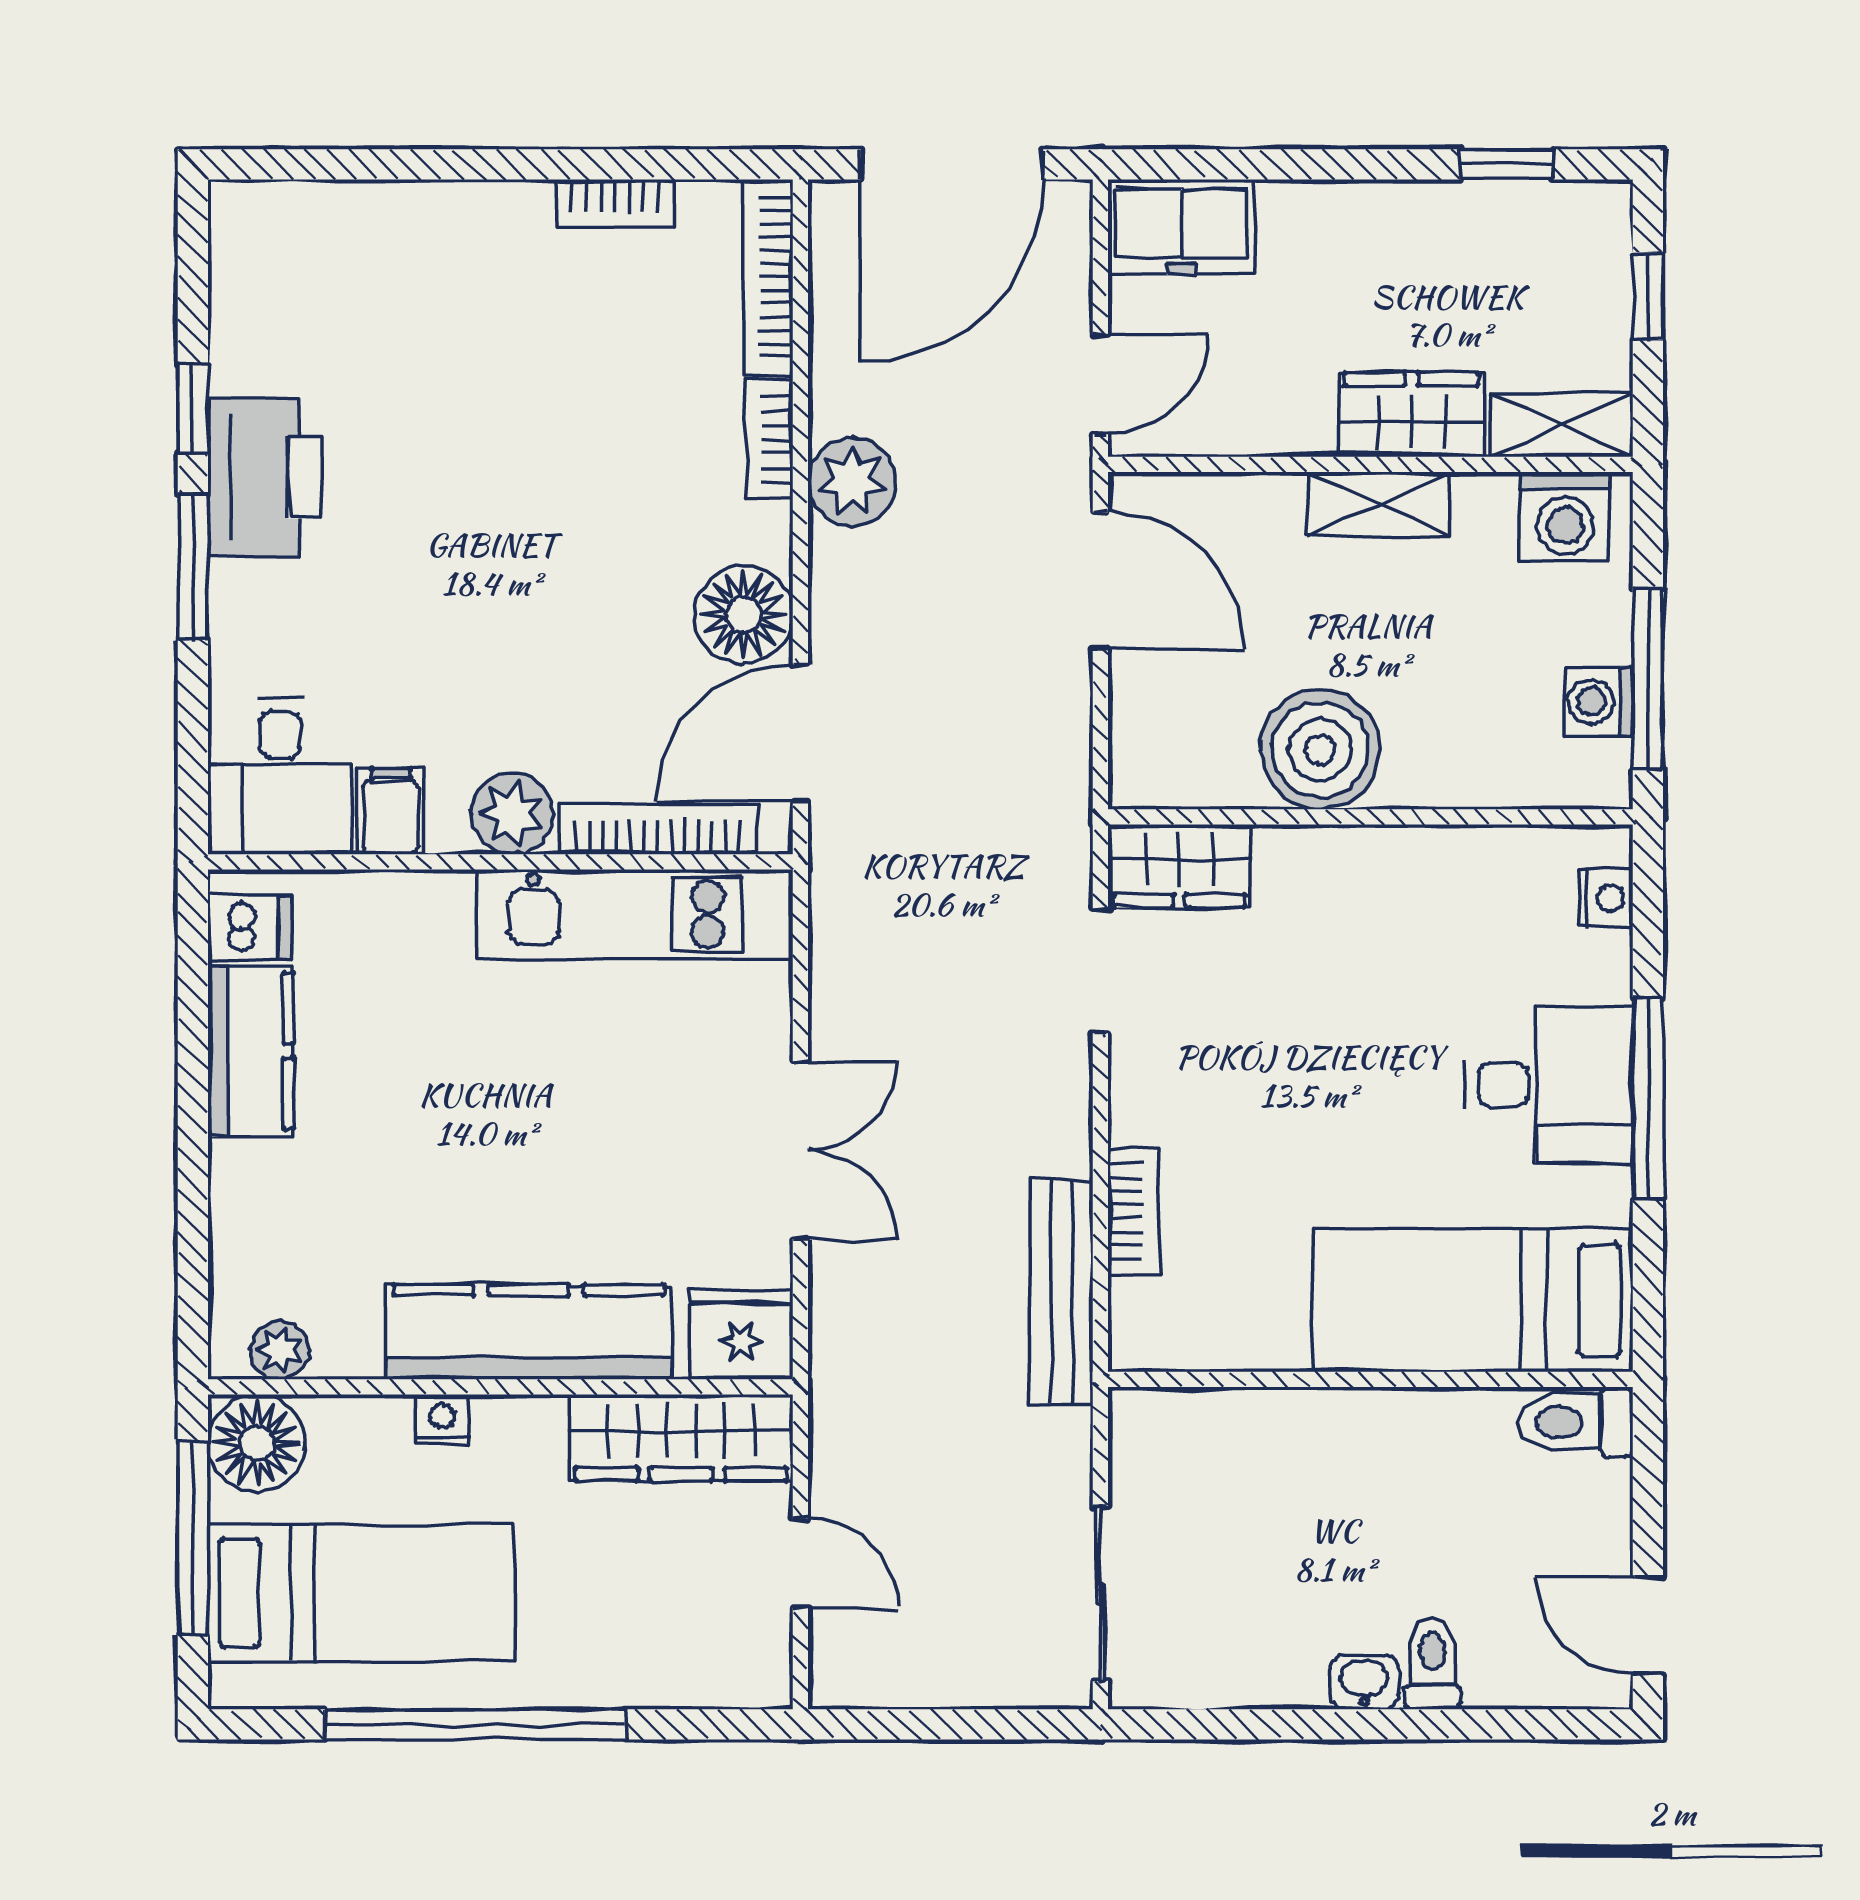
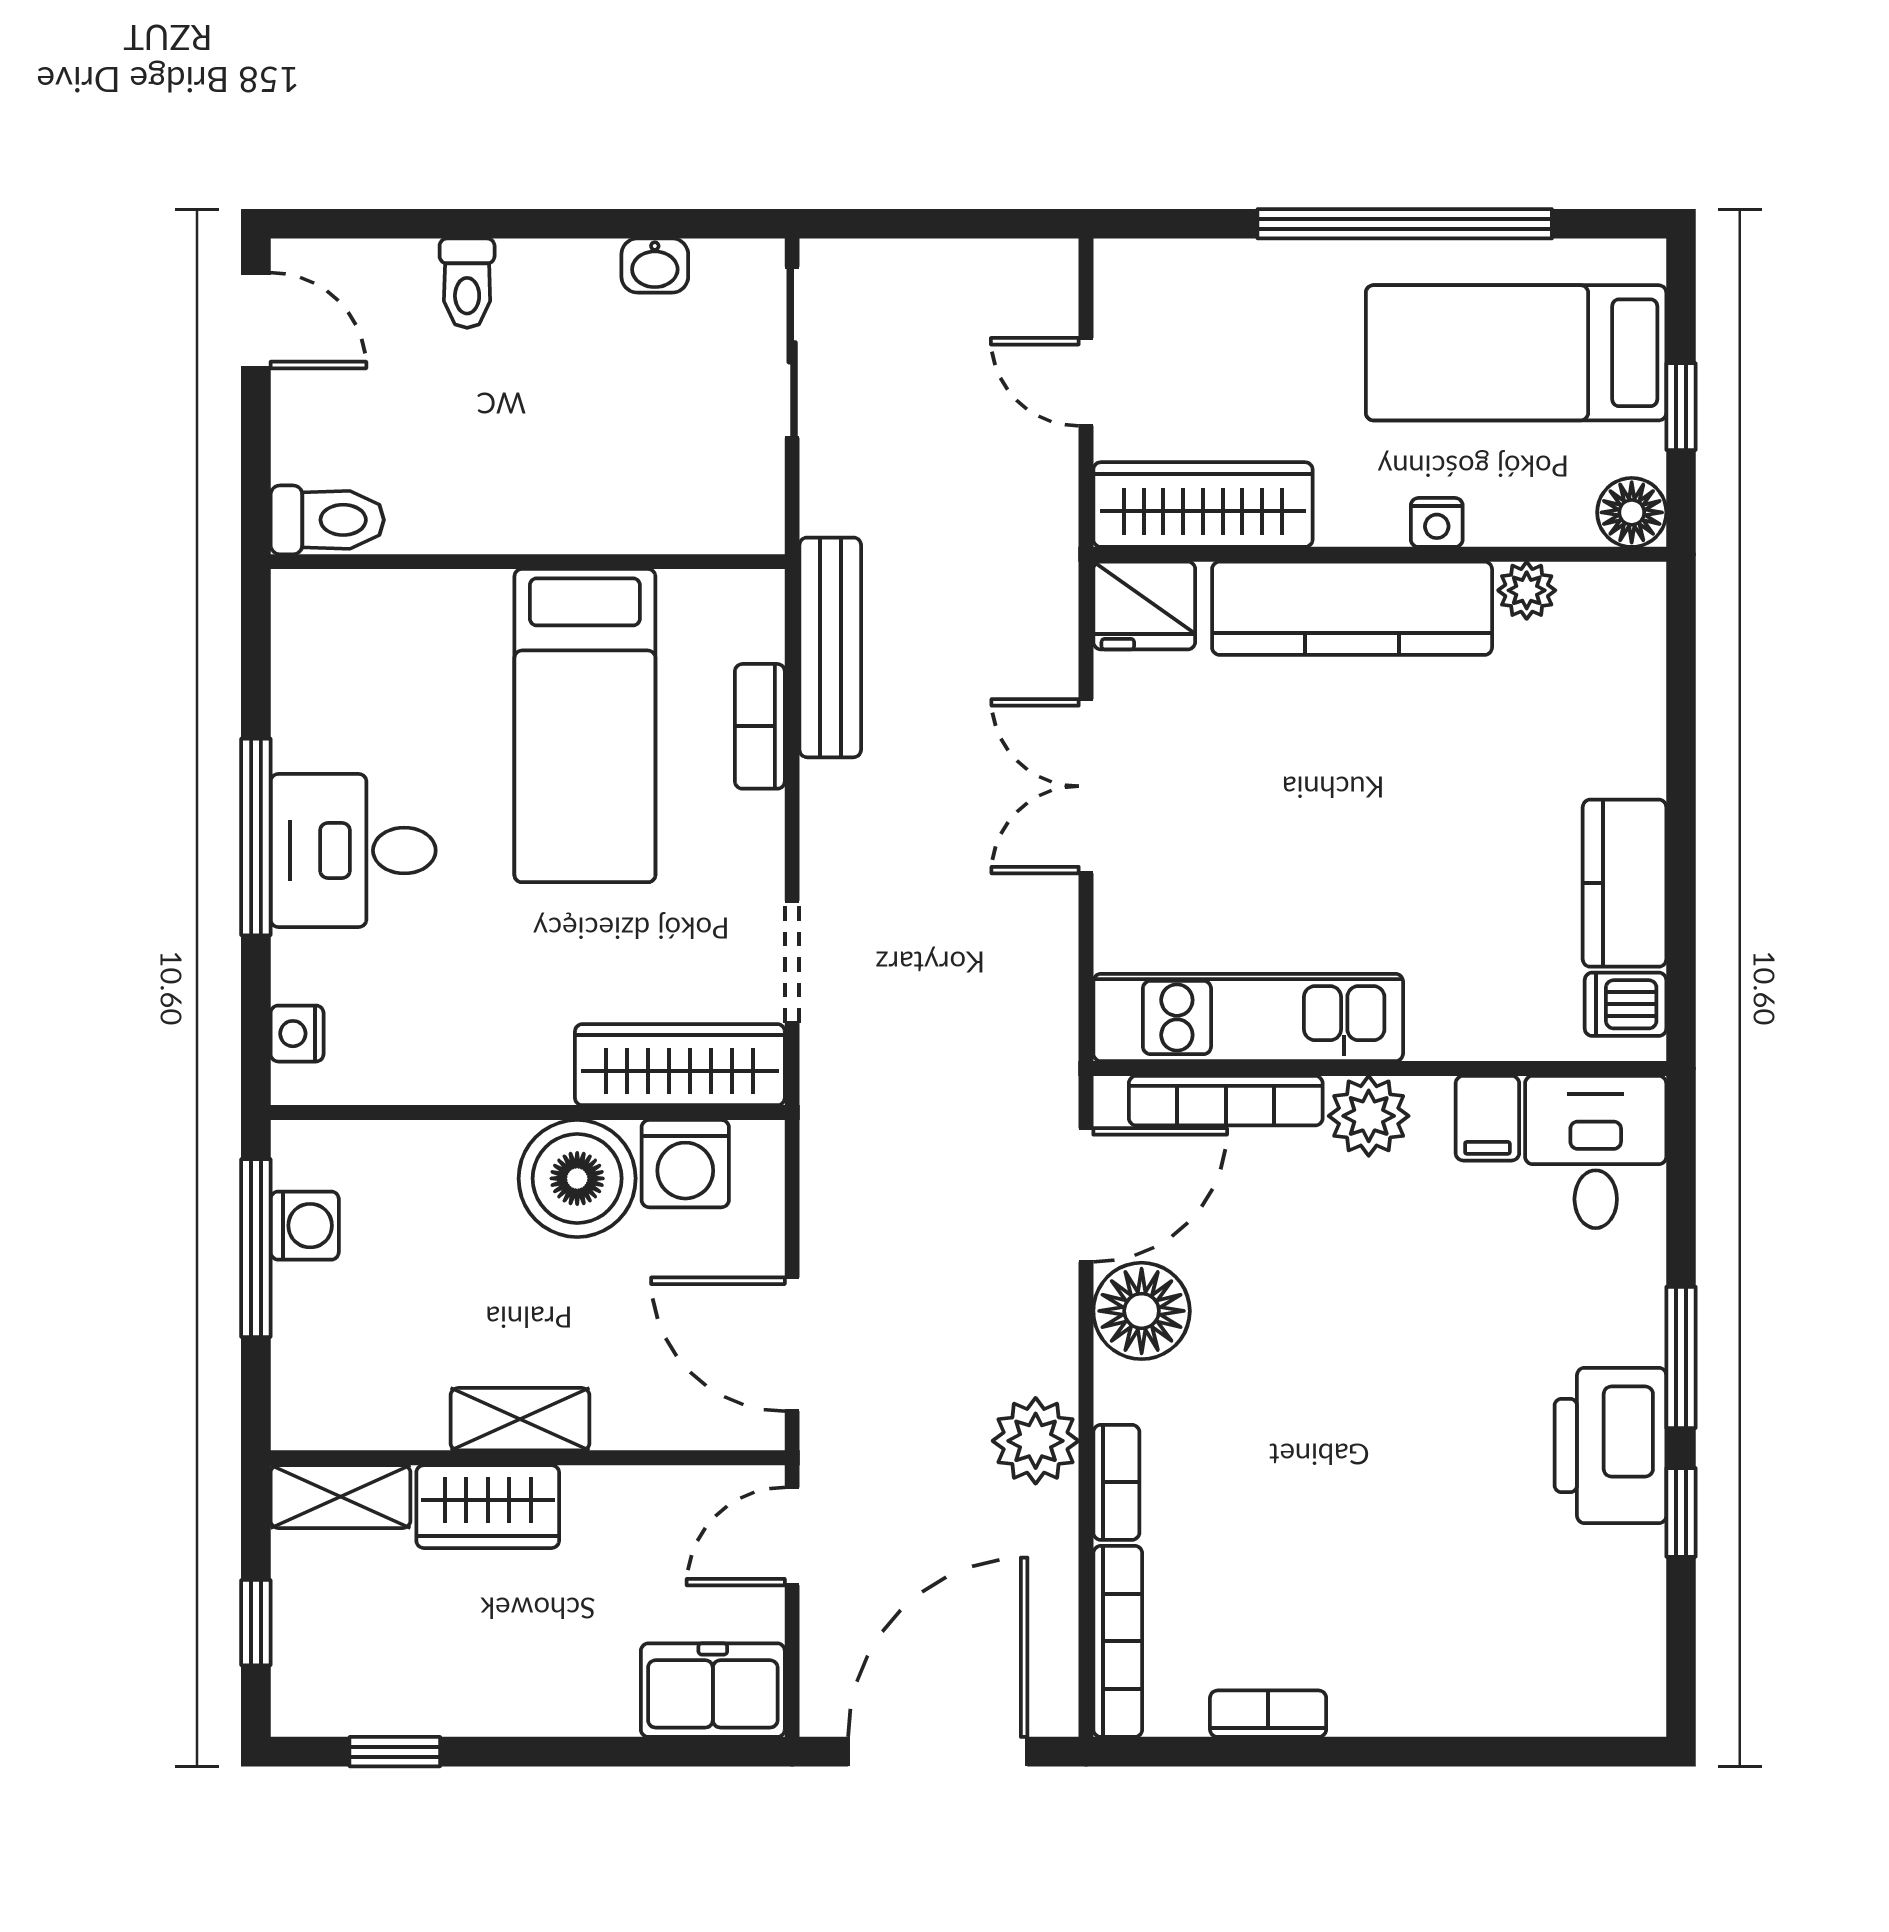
washing machine: (1565, 517) -> (685, 1164), moved, turned 180
wardrobe: (1179, 866) -> (680, 1065), width x1.50
bed: (1473, 1300) -> (585, 726), moved, turned 90
plant: (280, 1350) -> (1527, 590), moved
floor lamp: (256, 1443) -> (1632, 512), width x0.73, depth x0.73
window: (193, 1538) -> (1681, 407), width x0.46
washbasin: (1364, 1682) -> (655, 265), moved

